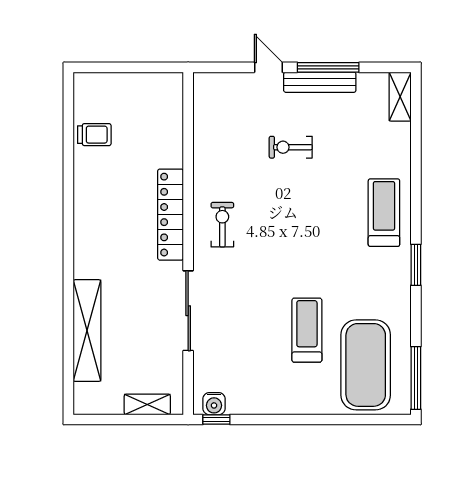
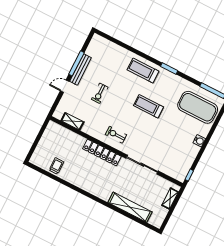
shelving: (400, 97) -> (72, 121), moved
treadmill: (307, 330) -> (148, 106), moved
water cooler: (214, 404) -> (199, 141), moved

